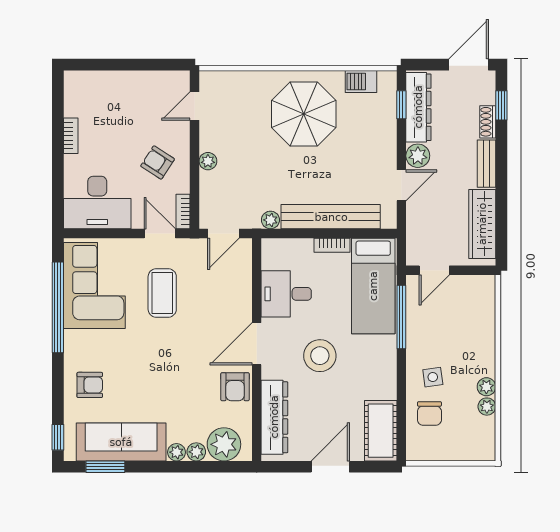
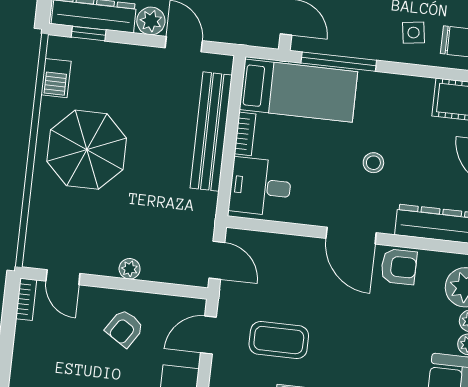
bookcase: (183, 212) -> (26, 299), moved, turned -90
plant: (270, 220) -> (207, 203), removed
desk: (286, 294) -> (260, 187), moved, turned 90
stool: (320, 356) -> (373, 163), width x0.53, depth x0.53

